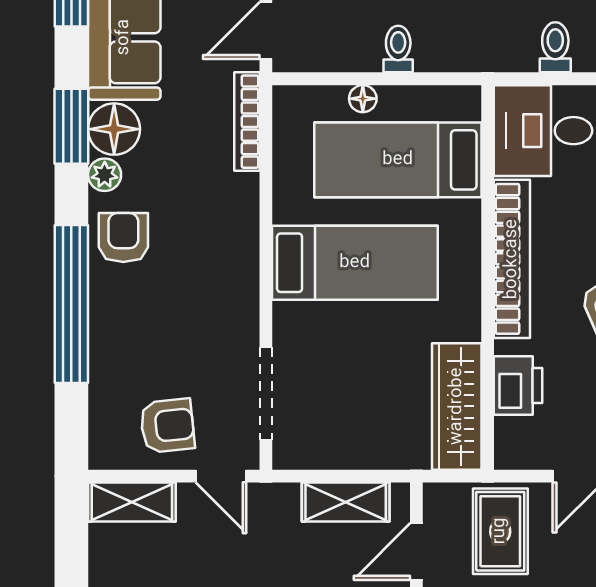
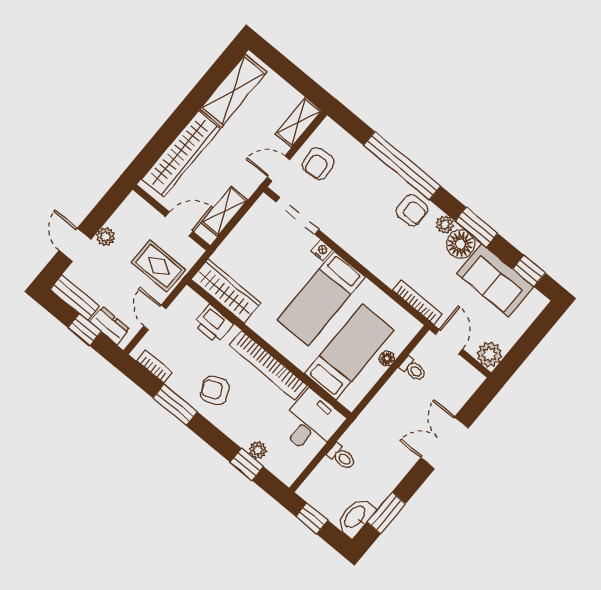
toilet: (398, 49) -> (413, 369), moved
nightstand: (286, 318) -> (322, 250), added
door: (416, 551) -> (179, 224), hinge flipped

